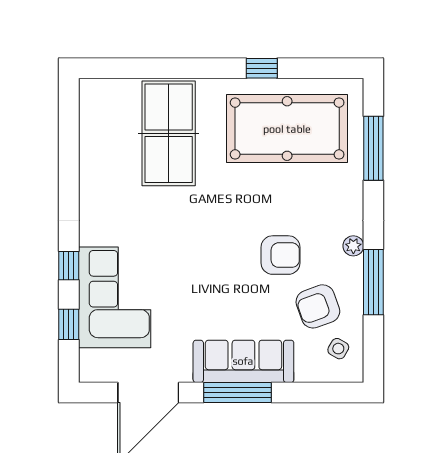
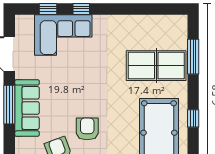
window: (153, 68) -> (193, 57), added
armchair: (281, 255) -> (87, 129), turned 180

